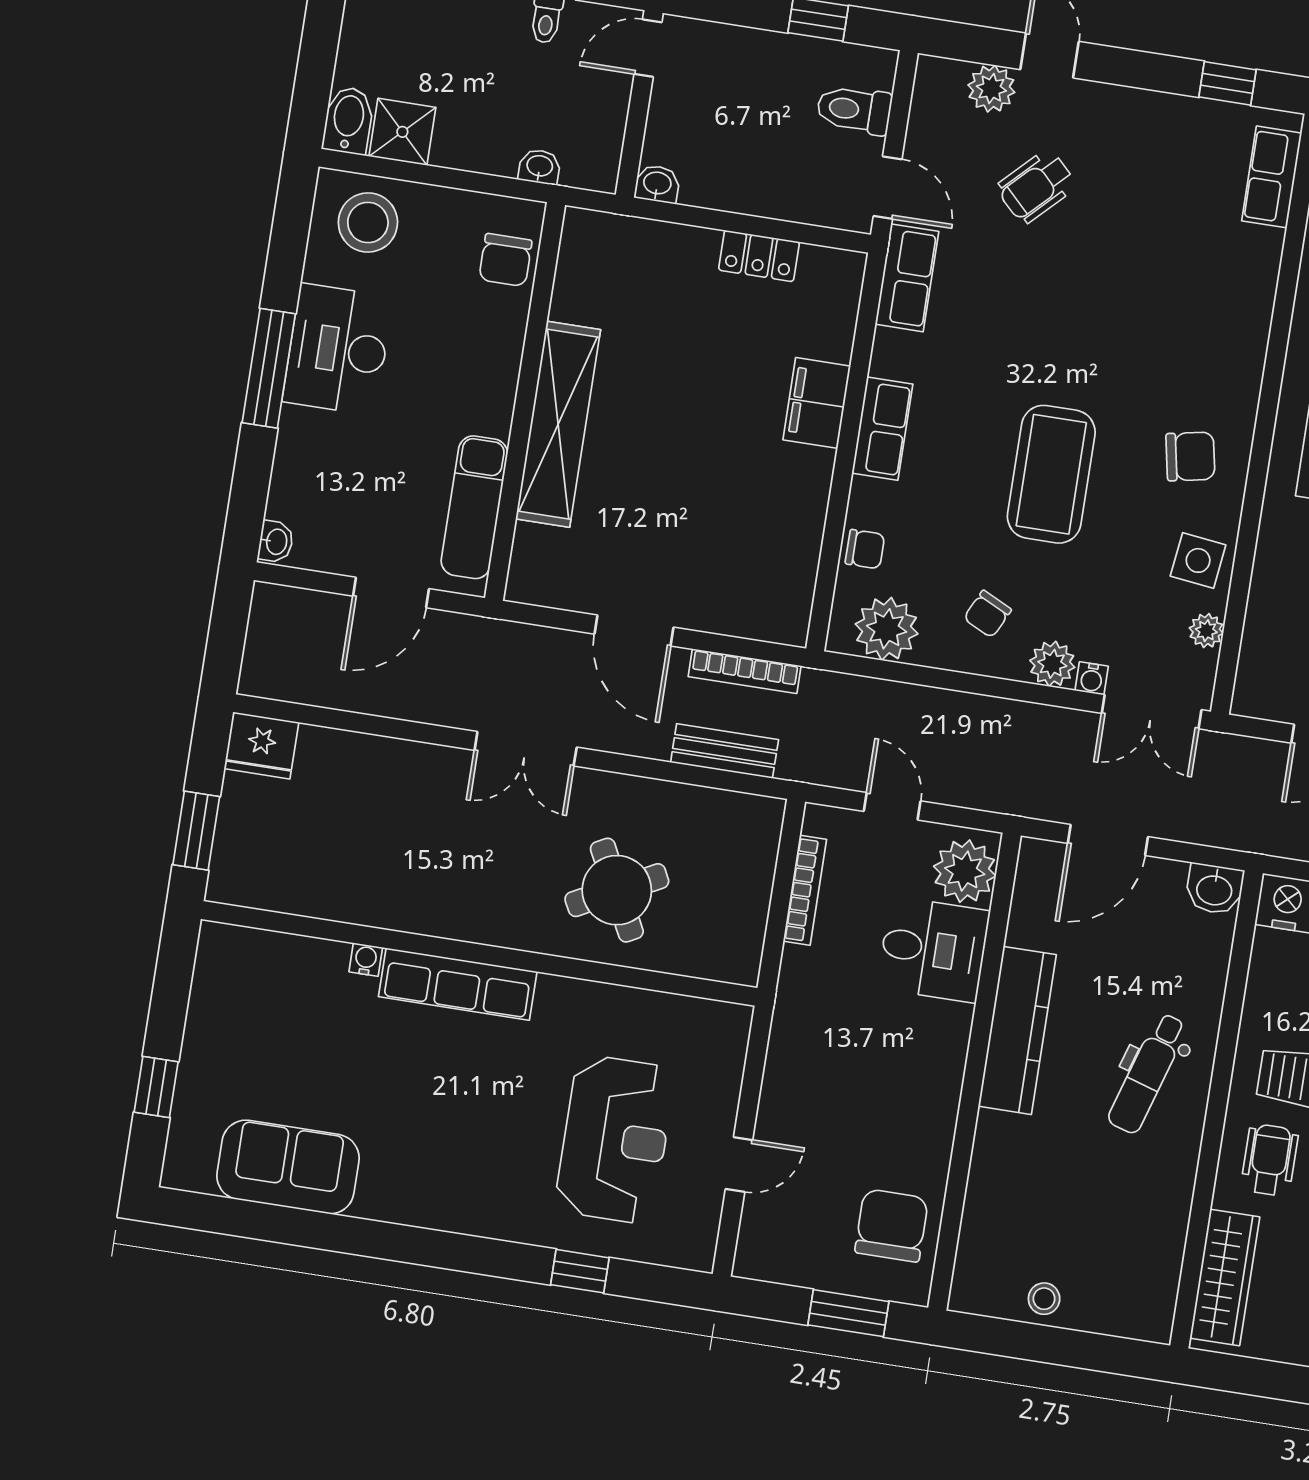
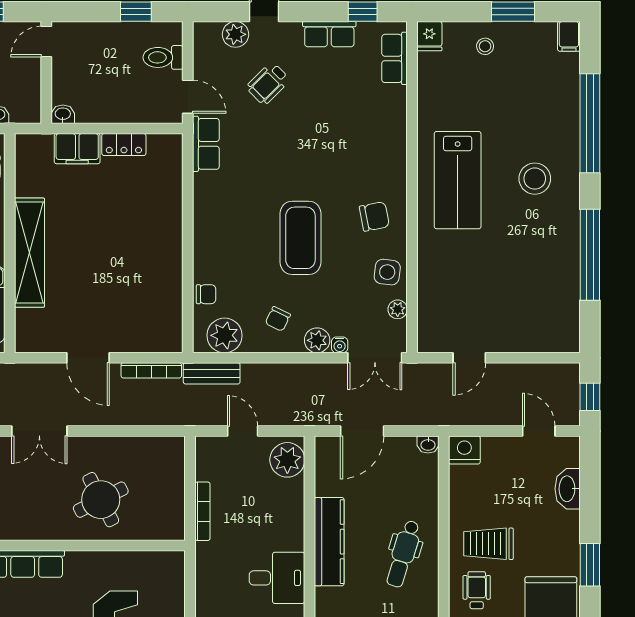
filing cabinet: (817, 403) -> (77, 149), moved, turned -90
row of seats: (882, 429) -> (329, 34), moved, turned 90
bench: (725, 751) -> (212, 373), moved
washbasin: (1214, 889) -> (428, 445), width x0.72, depth x0.69
bookcase: (805, 890) -> (202, 511), moved
desk: (933, 949) -> (277, 578), moved

